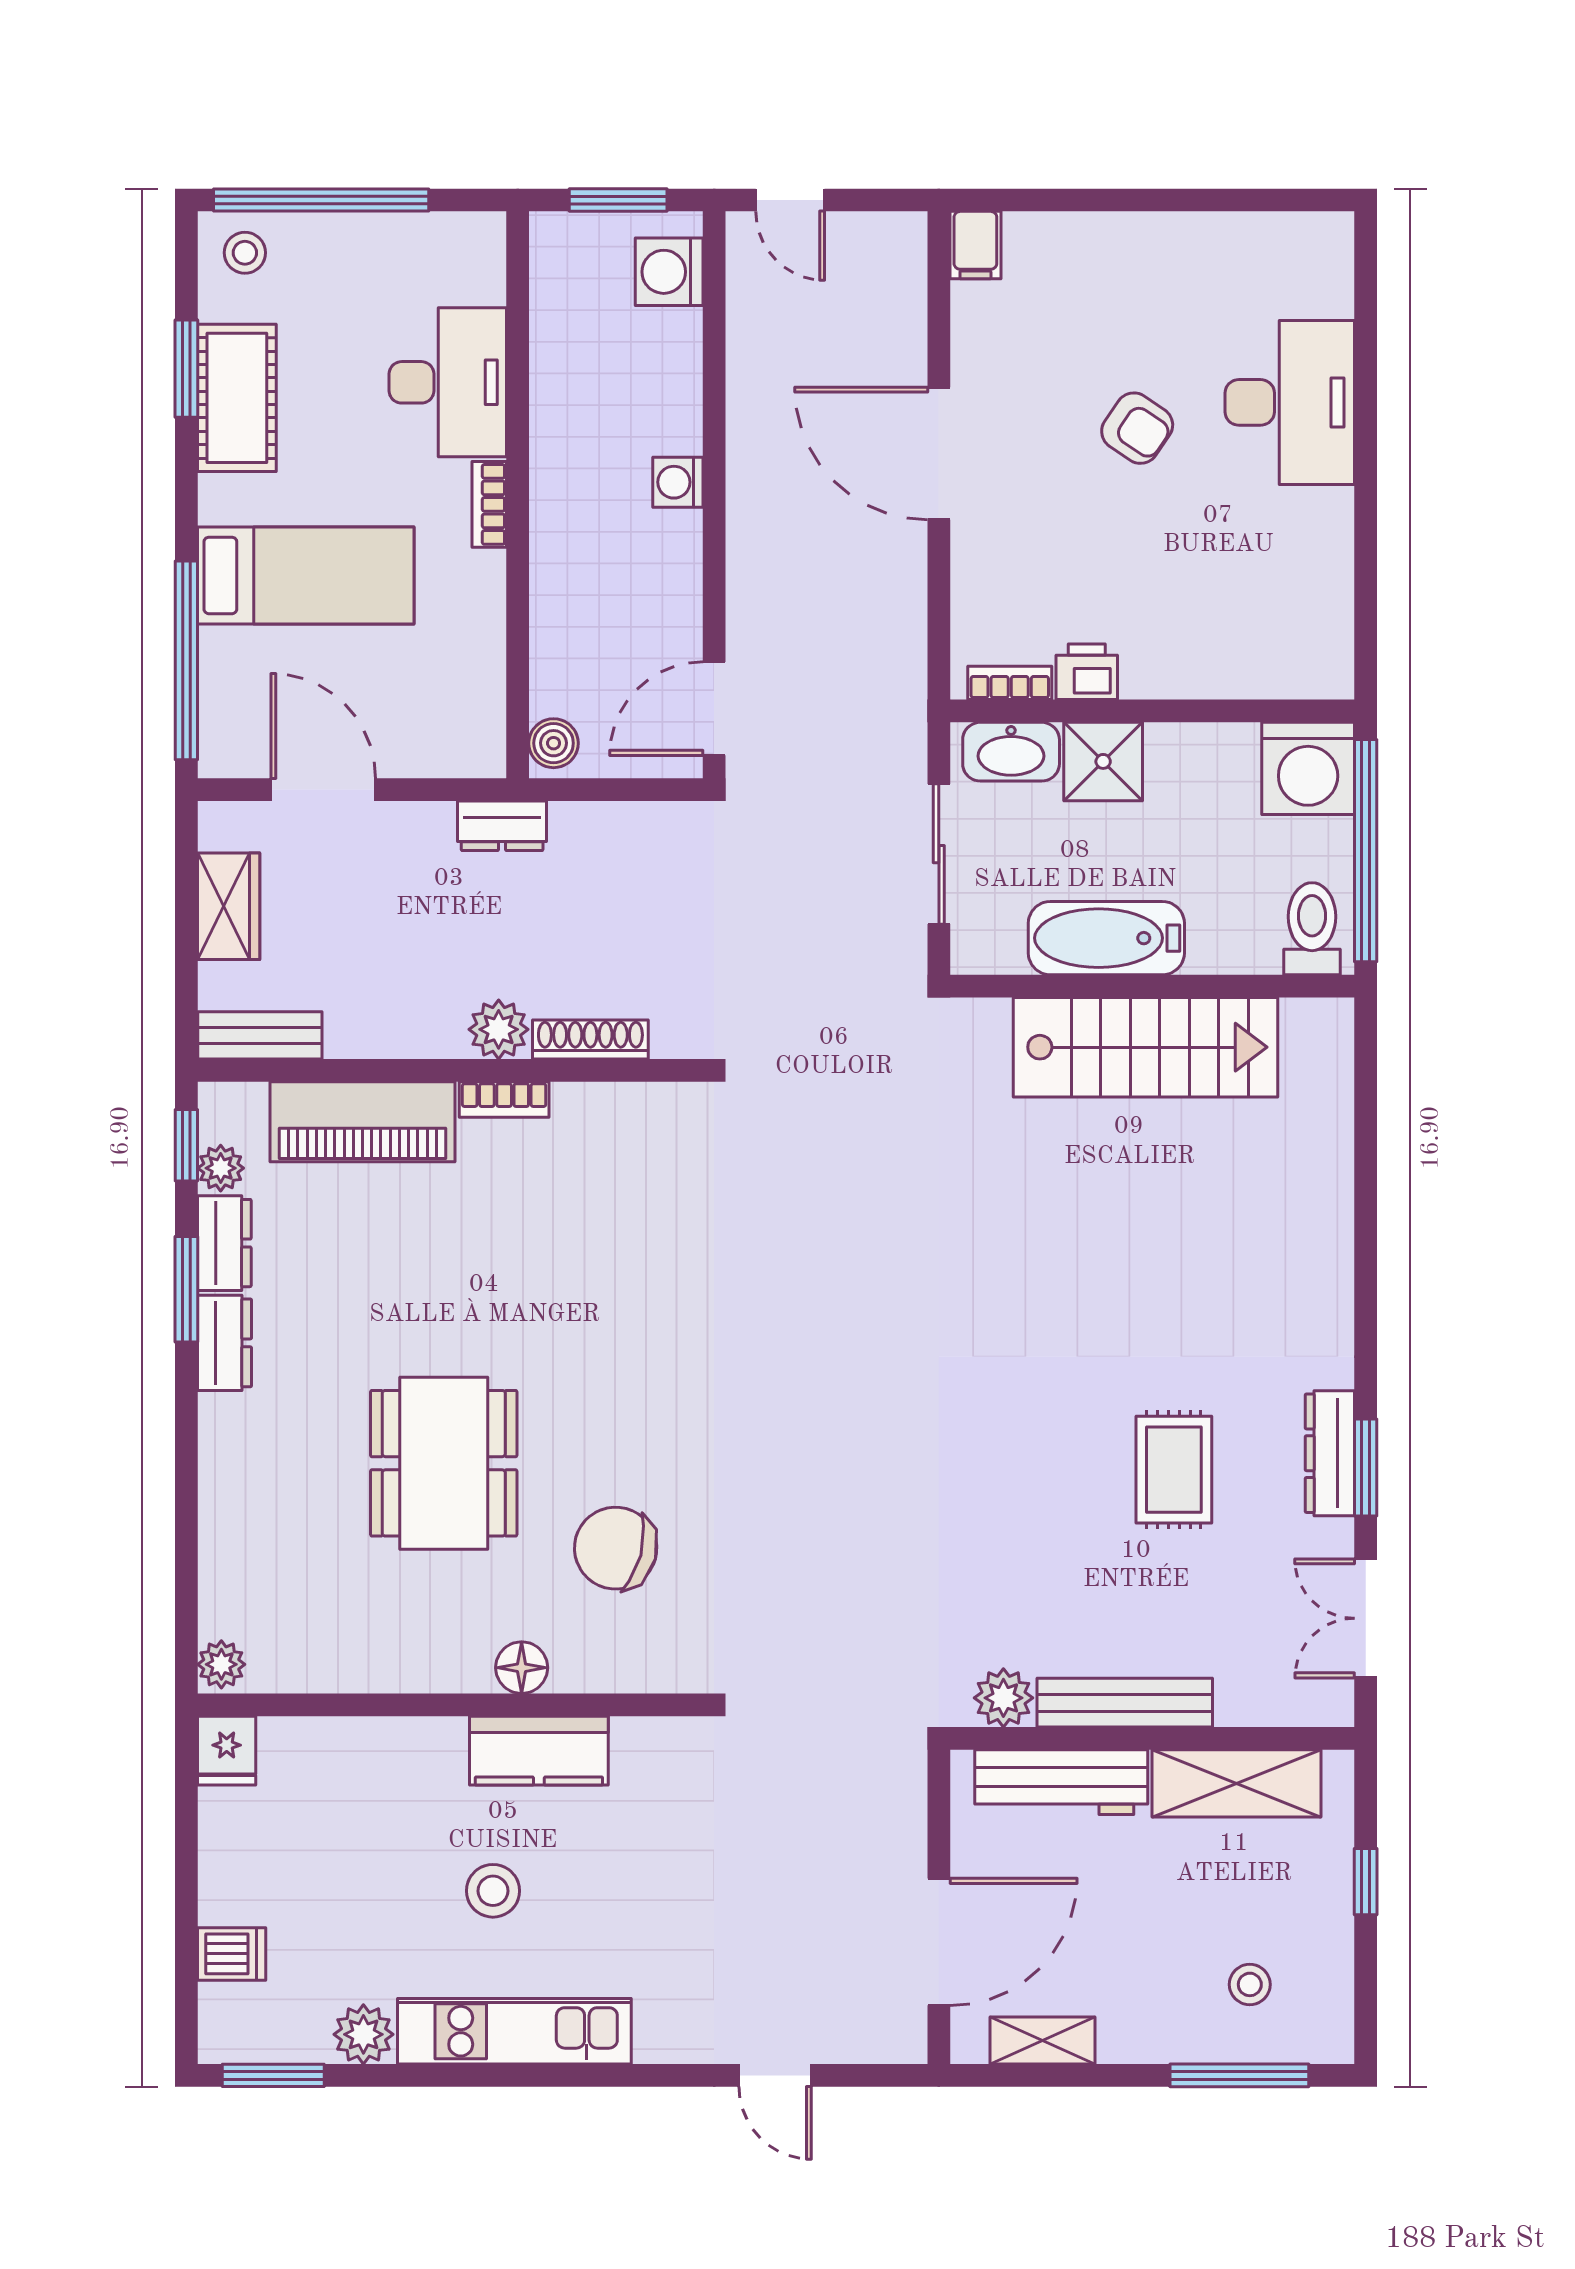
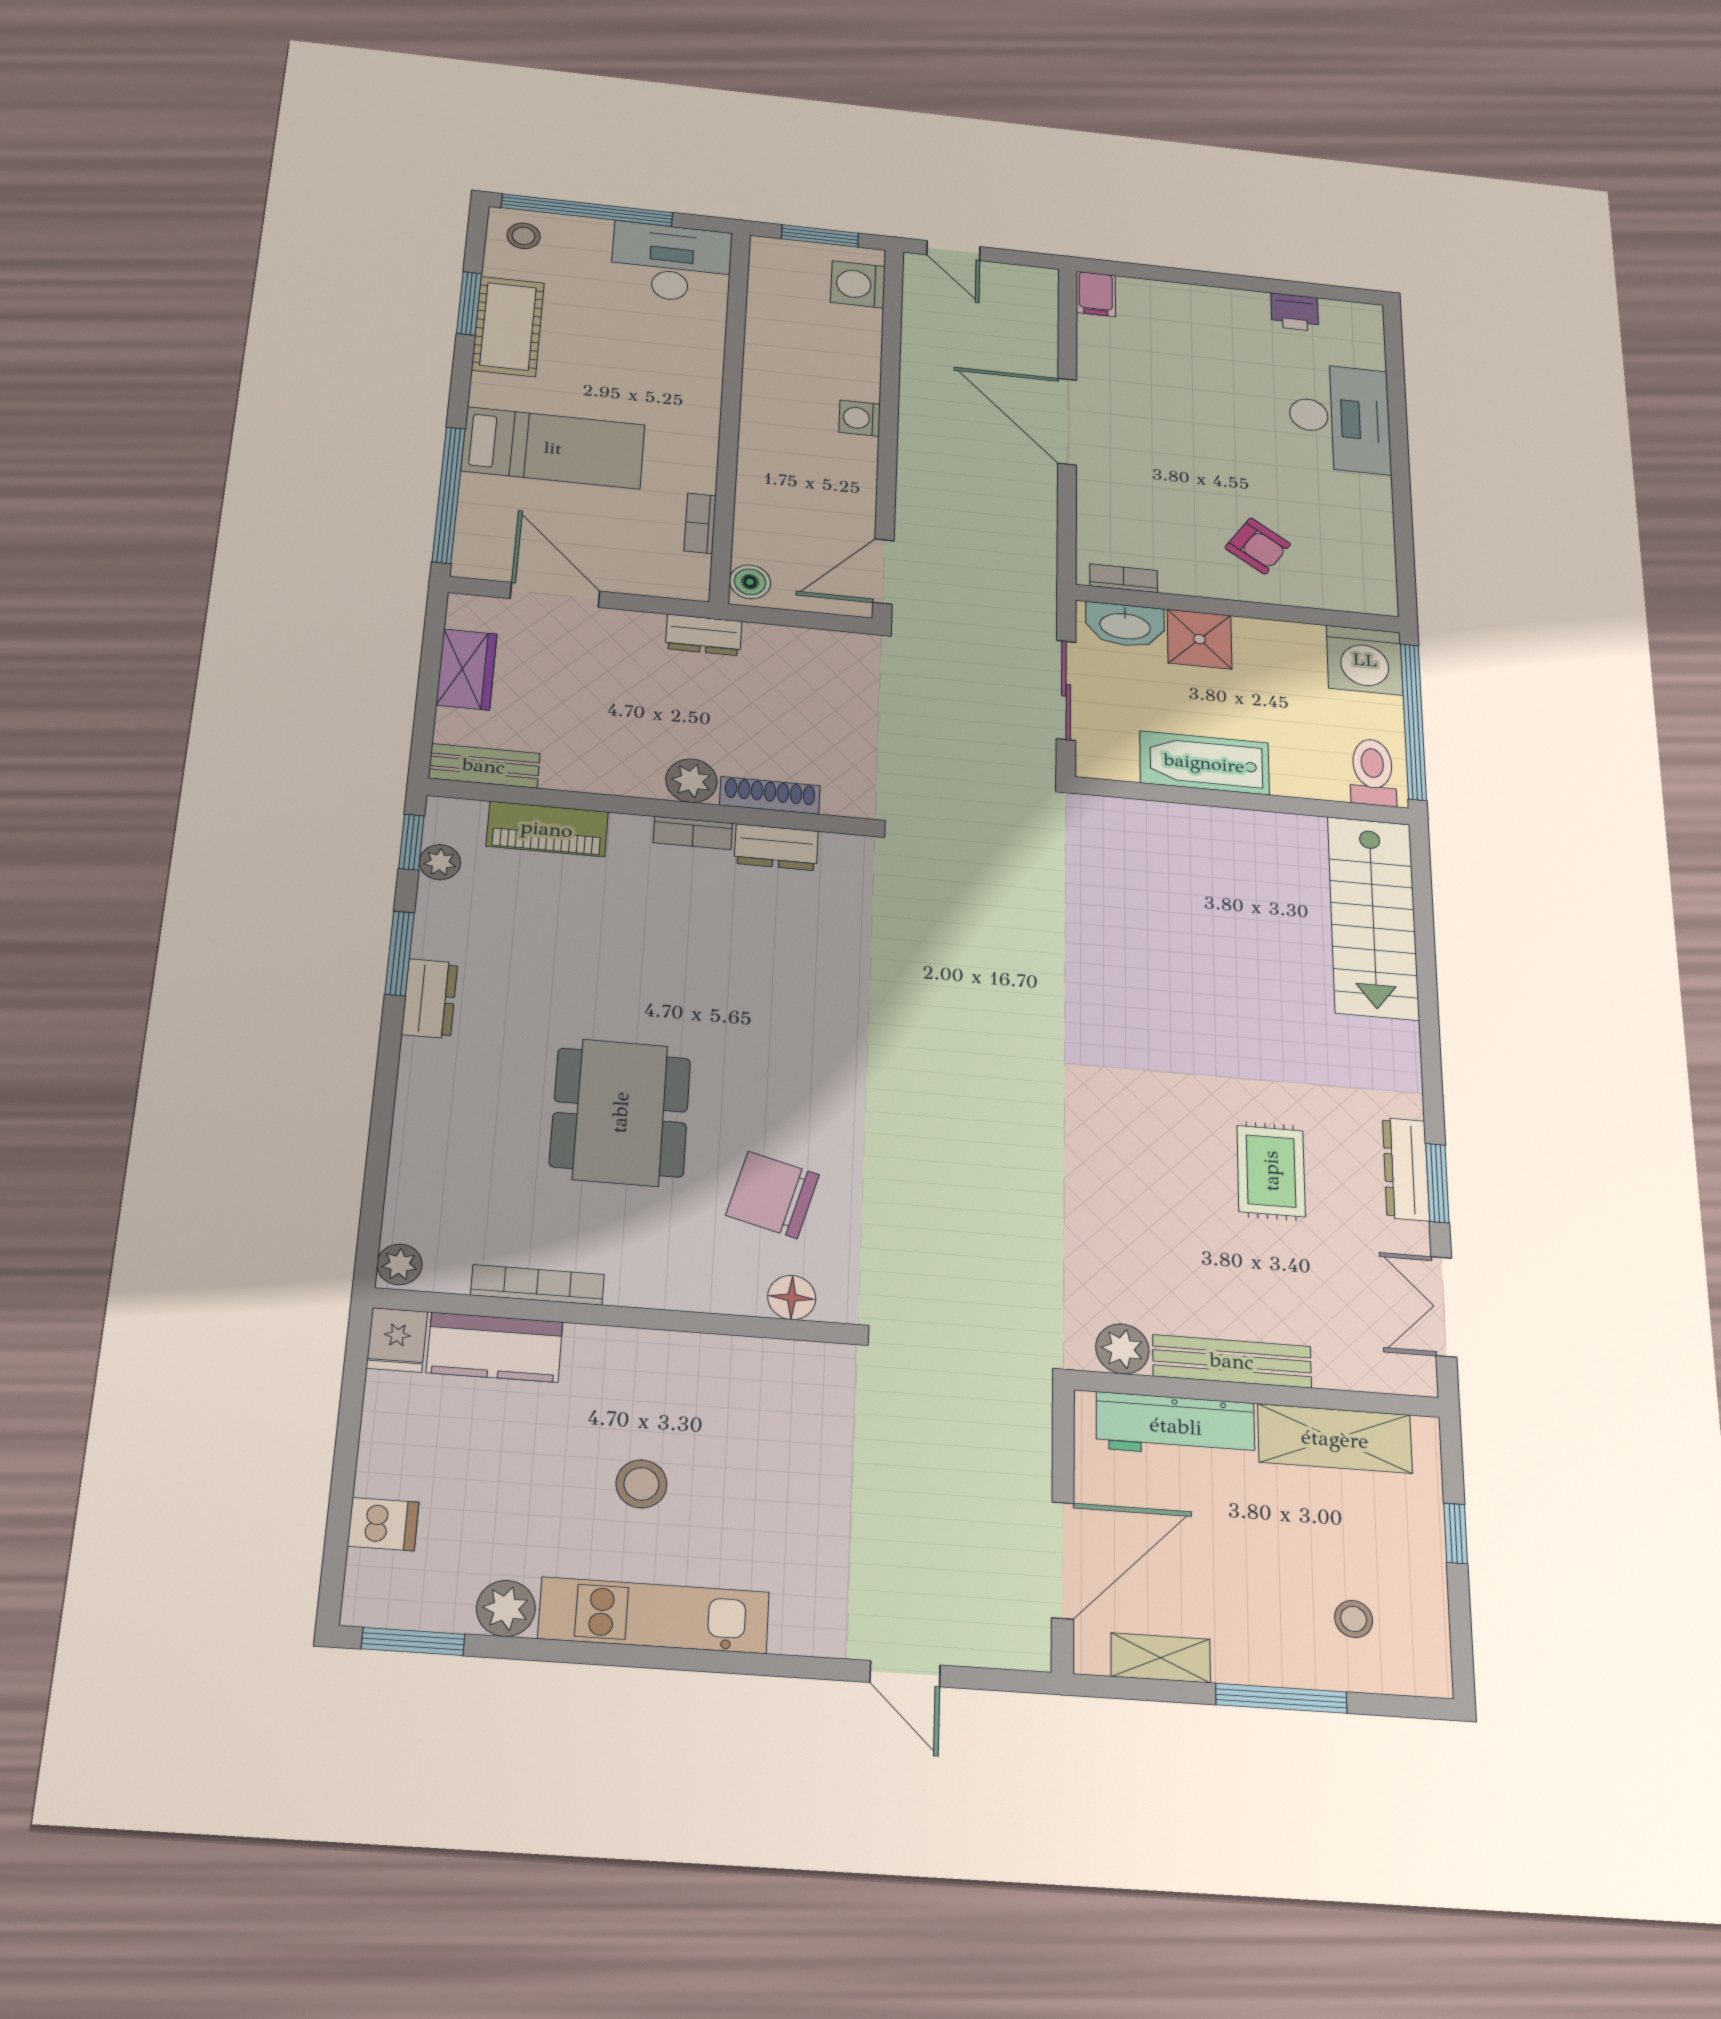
desk: (448, 382) -> (671, 263), moved, turned -90
armchair: (1137, 428) -> (1258, 546), moved
bookcase: (489, 504) -> (700, 523), moved
printer: (1087, 672) -> (1295, 312), moved, turned 180
stairs: (1146, 1047) -> (1373, 917), moved, turned 90
piano: (362, 1122) -> (547, 829), width x0.73, depth x0.75
dresser: (224, 1243) -> (776, 847), moved, turned 90
floor lamp: (522, 1668) -> (792, 1298), moved
bookcase: (369, 1676) -> (537, 1285), added
kitchen counter: (539, 1751) -> (495, 1347), moved
window: (1239, 2075) -> (1281, 1698), moved

